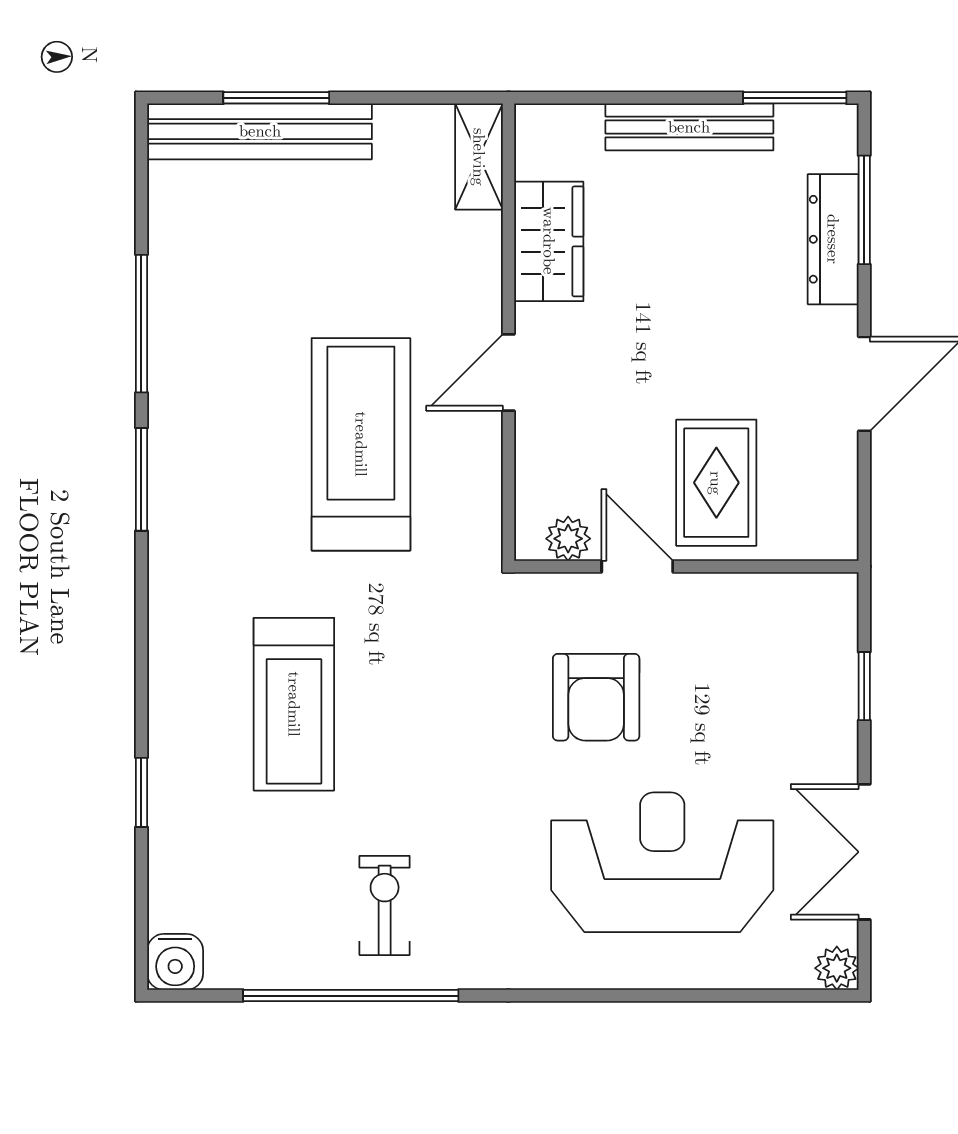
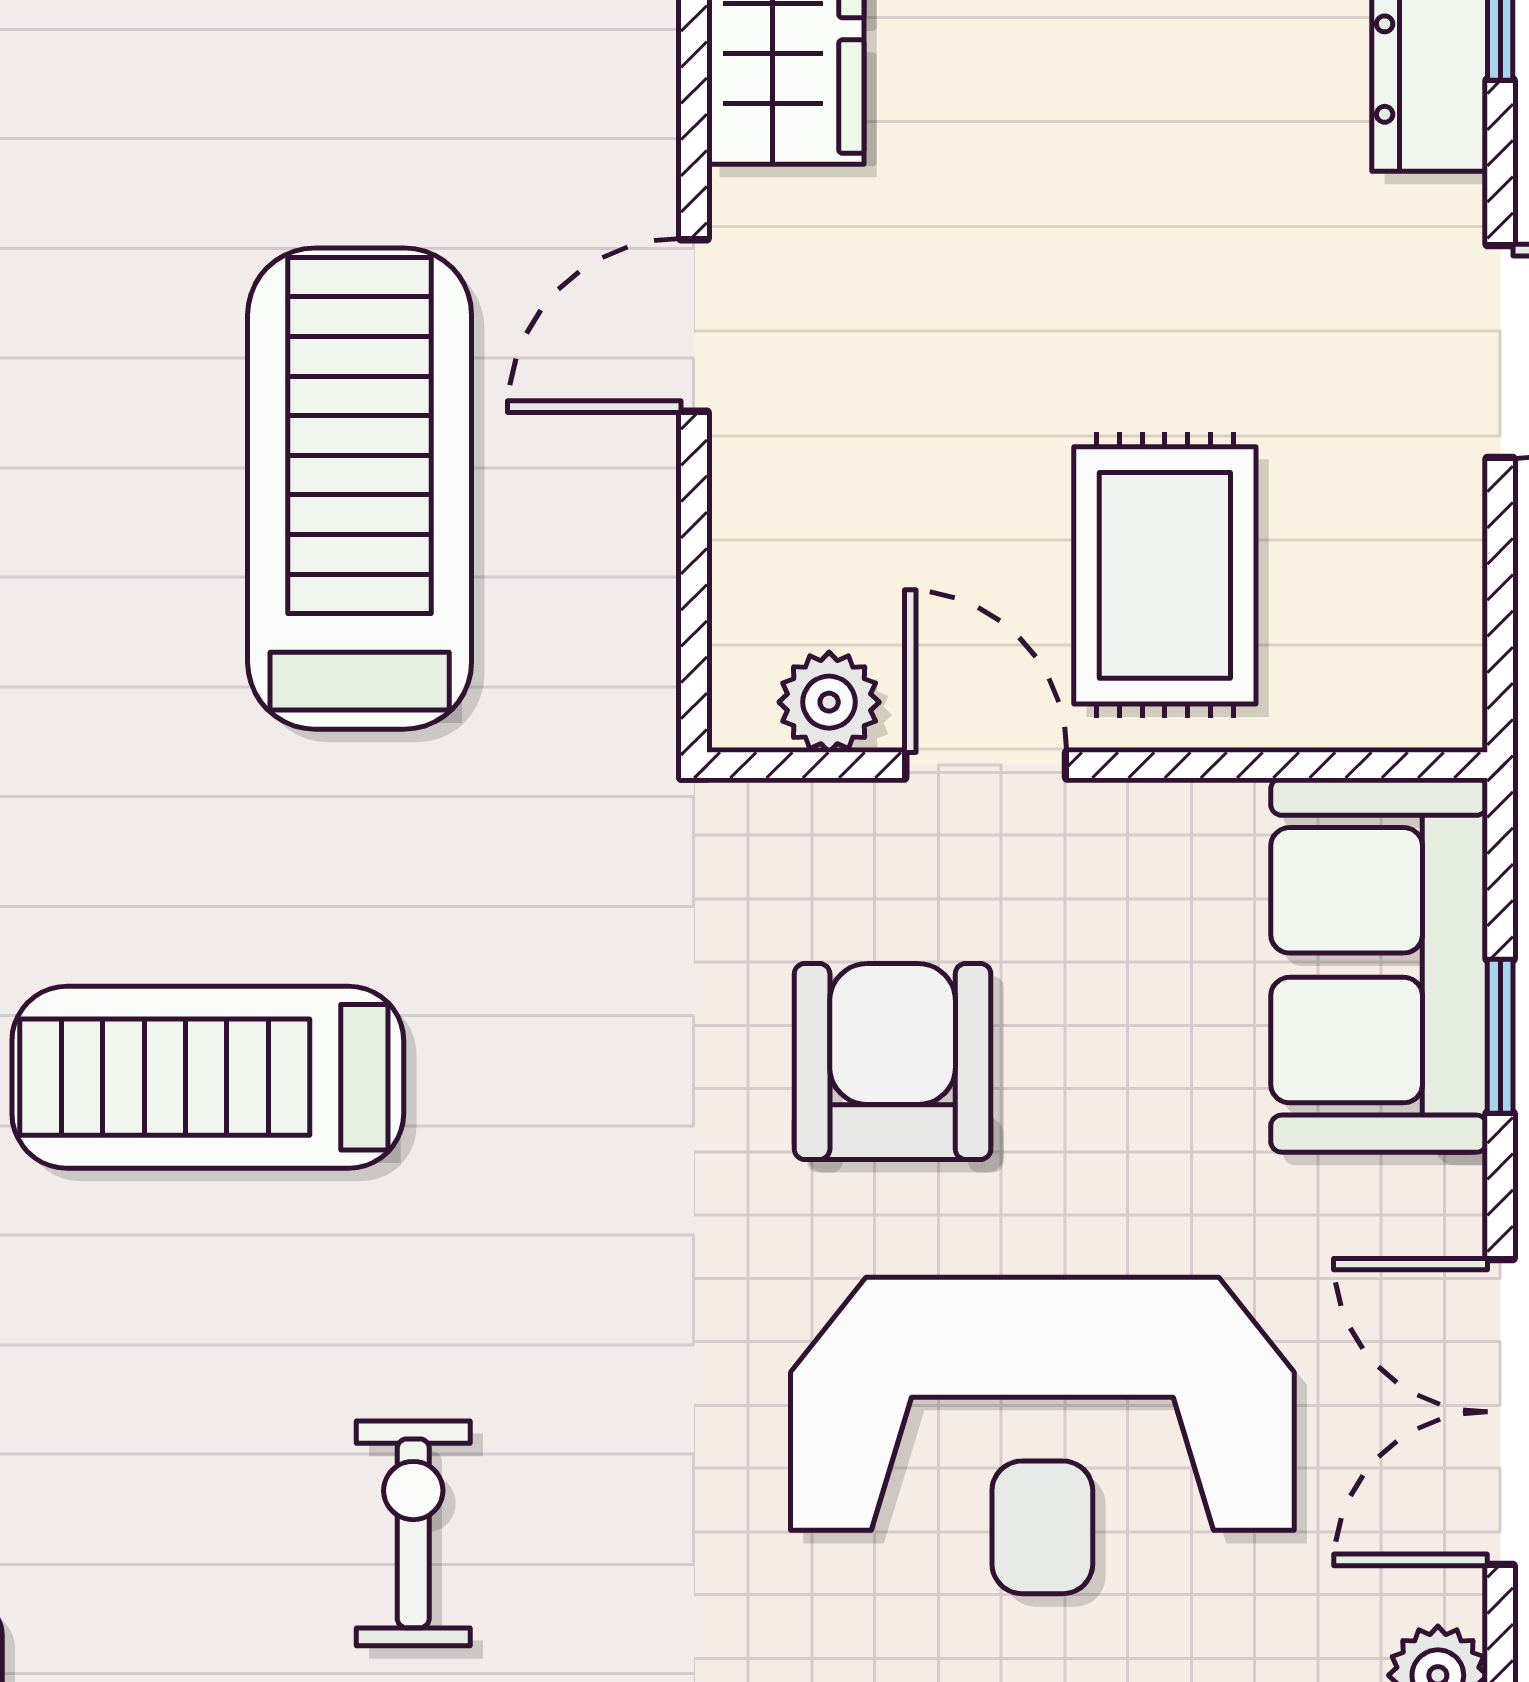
sofa: (811, 655) -> (1379, 965), added
armchair: (596, 697) -> (893, 1061), turned 180
treadmill: (294, 704) -> (208, 1077), turned 90
reception desk: (662, 862) -> (1042, 1435), turned 180

